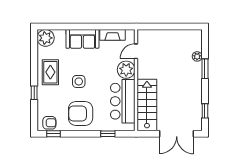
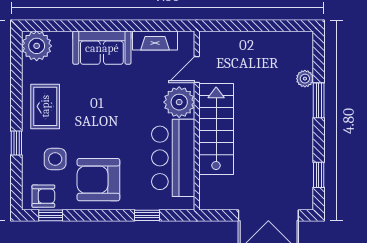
side table: (79, 81) -> (55, 159), moved
stairs: (147, 105) -> (216, 129), moved

